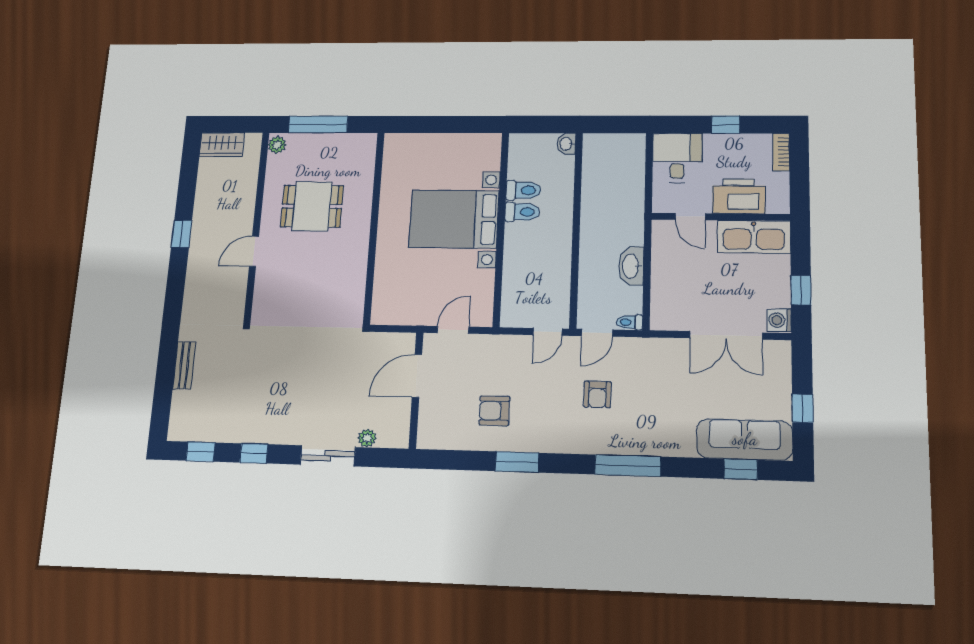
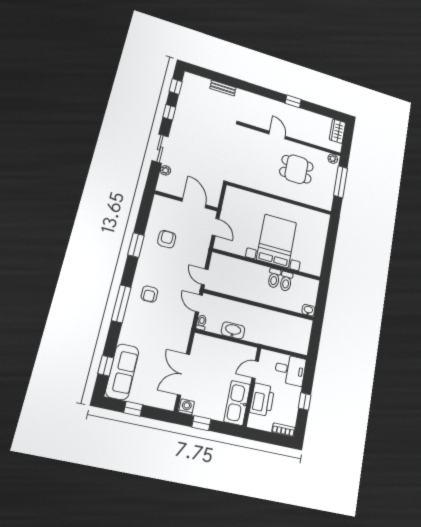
dining table: (312, 206) -> (296, 169), turned 90
armchair: (597, 394) -> (149, 294), moved, turned -90

